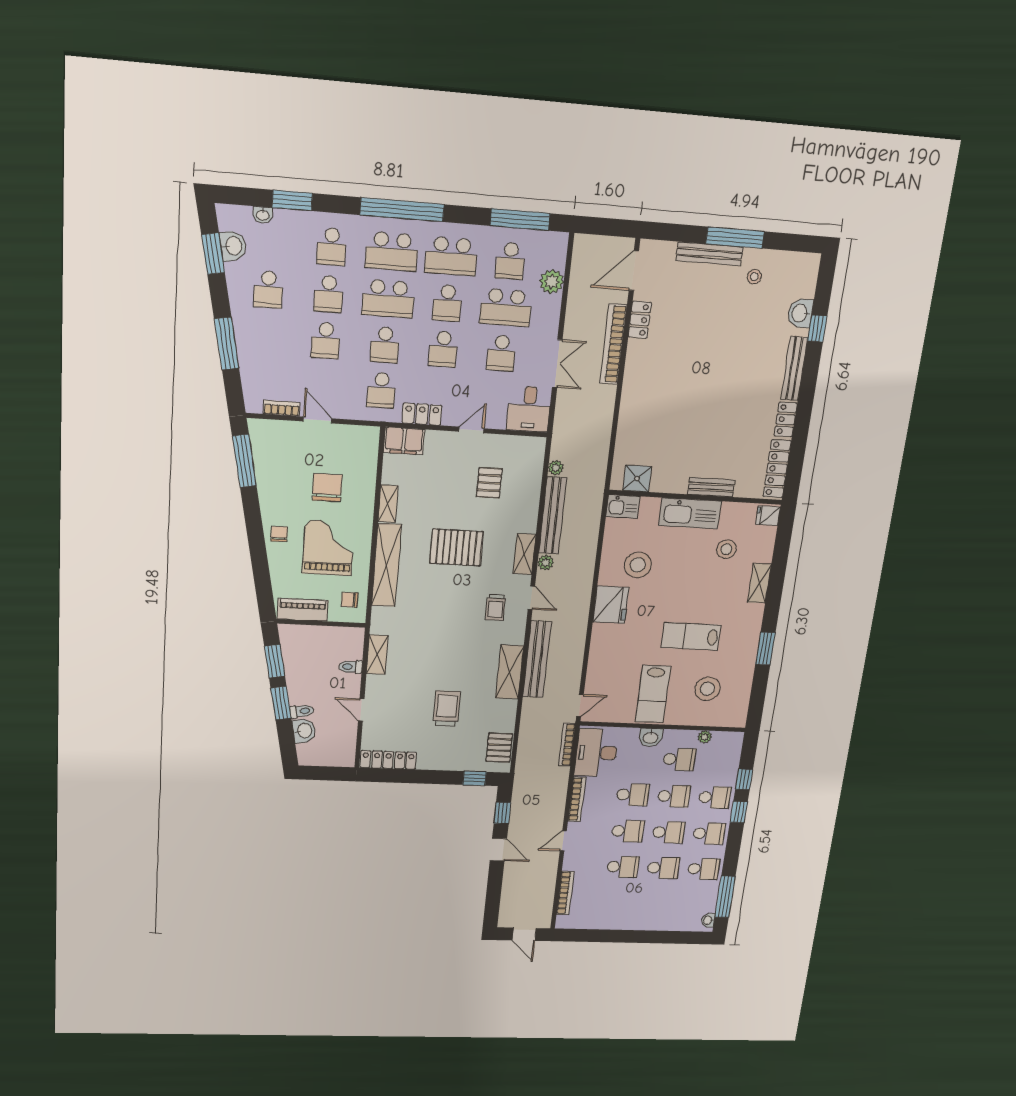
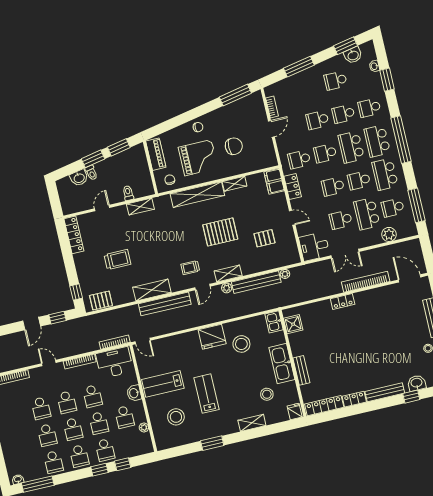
locker: (640, 320) -> (343, 301), moved
pallet: (456, 547) -> (220, 232), turned 90

